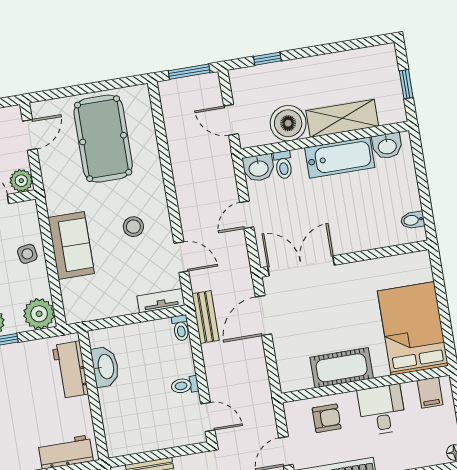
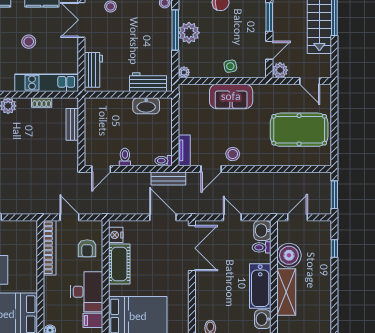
stool: (133, 227) -> (233, 154), moved
plant: (39, 314) -> (184, 72), width x0.53, depth x0.53
nightstand: (300, 380) -> (116, 235), added
desk: (382, 410) -> (87, 292), width x1.37

